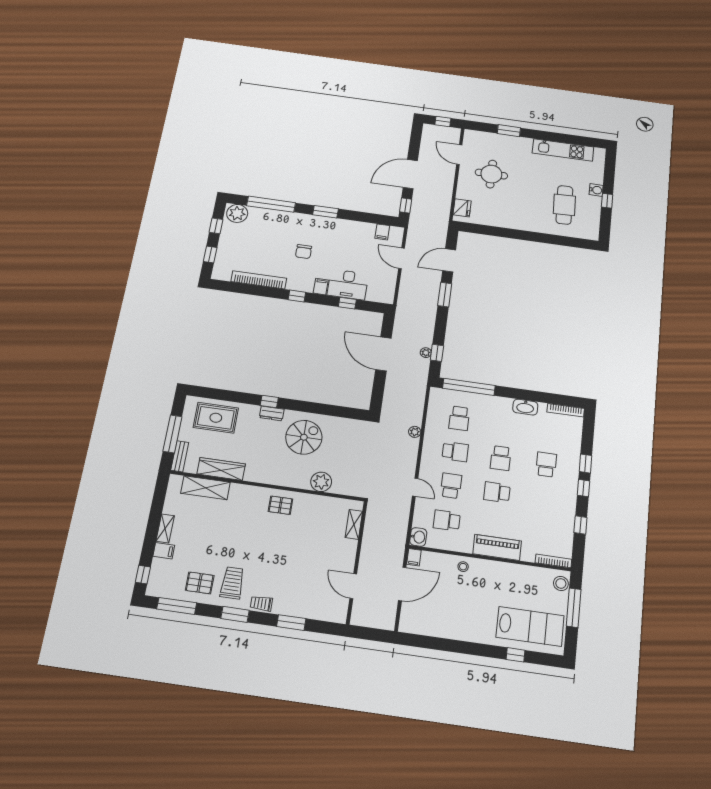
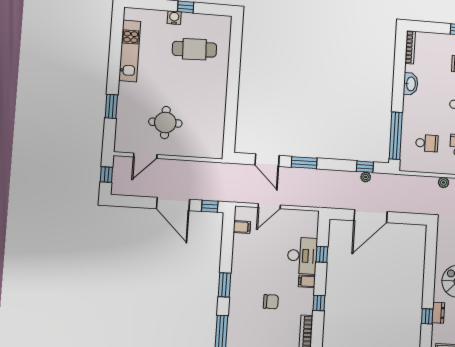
fridge: (462, 208) -> (207, 150), removed

